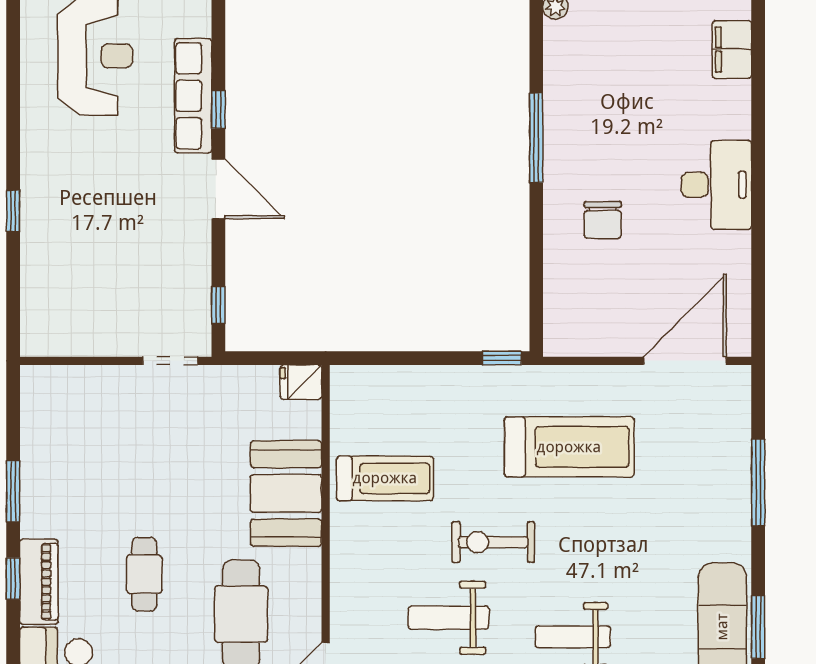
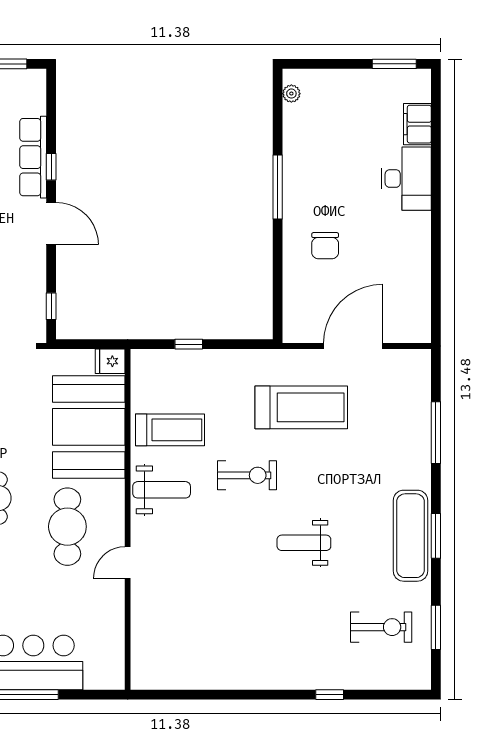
desk: (716, 185) -> (406, 179), moved
window: (502, 358) -> (189, 344), moved
door: (685, 361) -> (353, 346), moved
booth: (286, 493) -> (89, 427), width x1.36, depth x1.42
exercise bike: (493, 542) -> (247, 475), turned 180
weight bench: (449, 618) -> (162, 490), moved, turned 180

